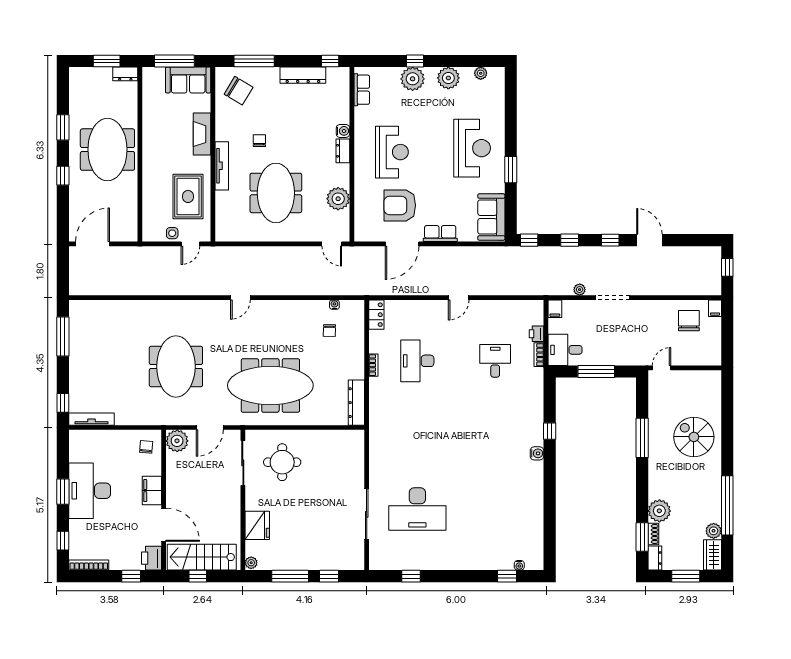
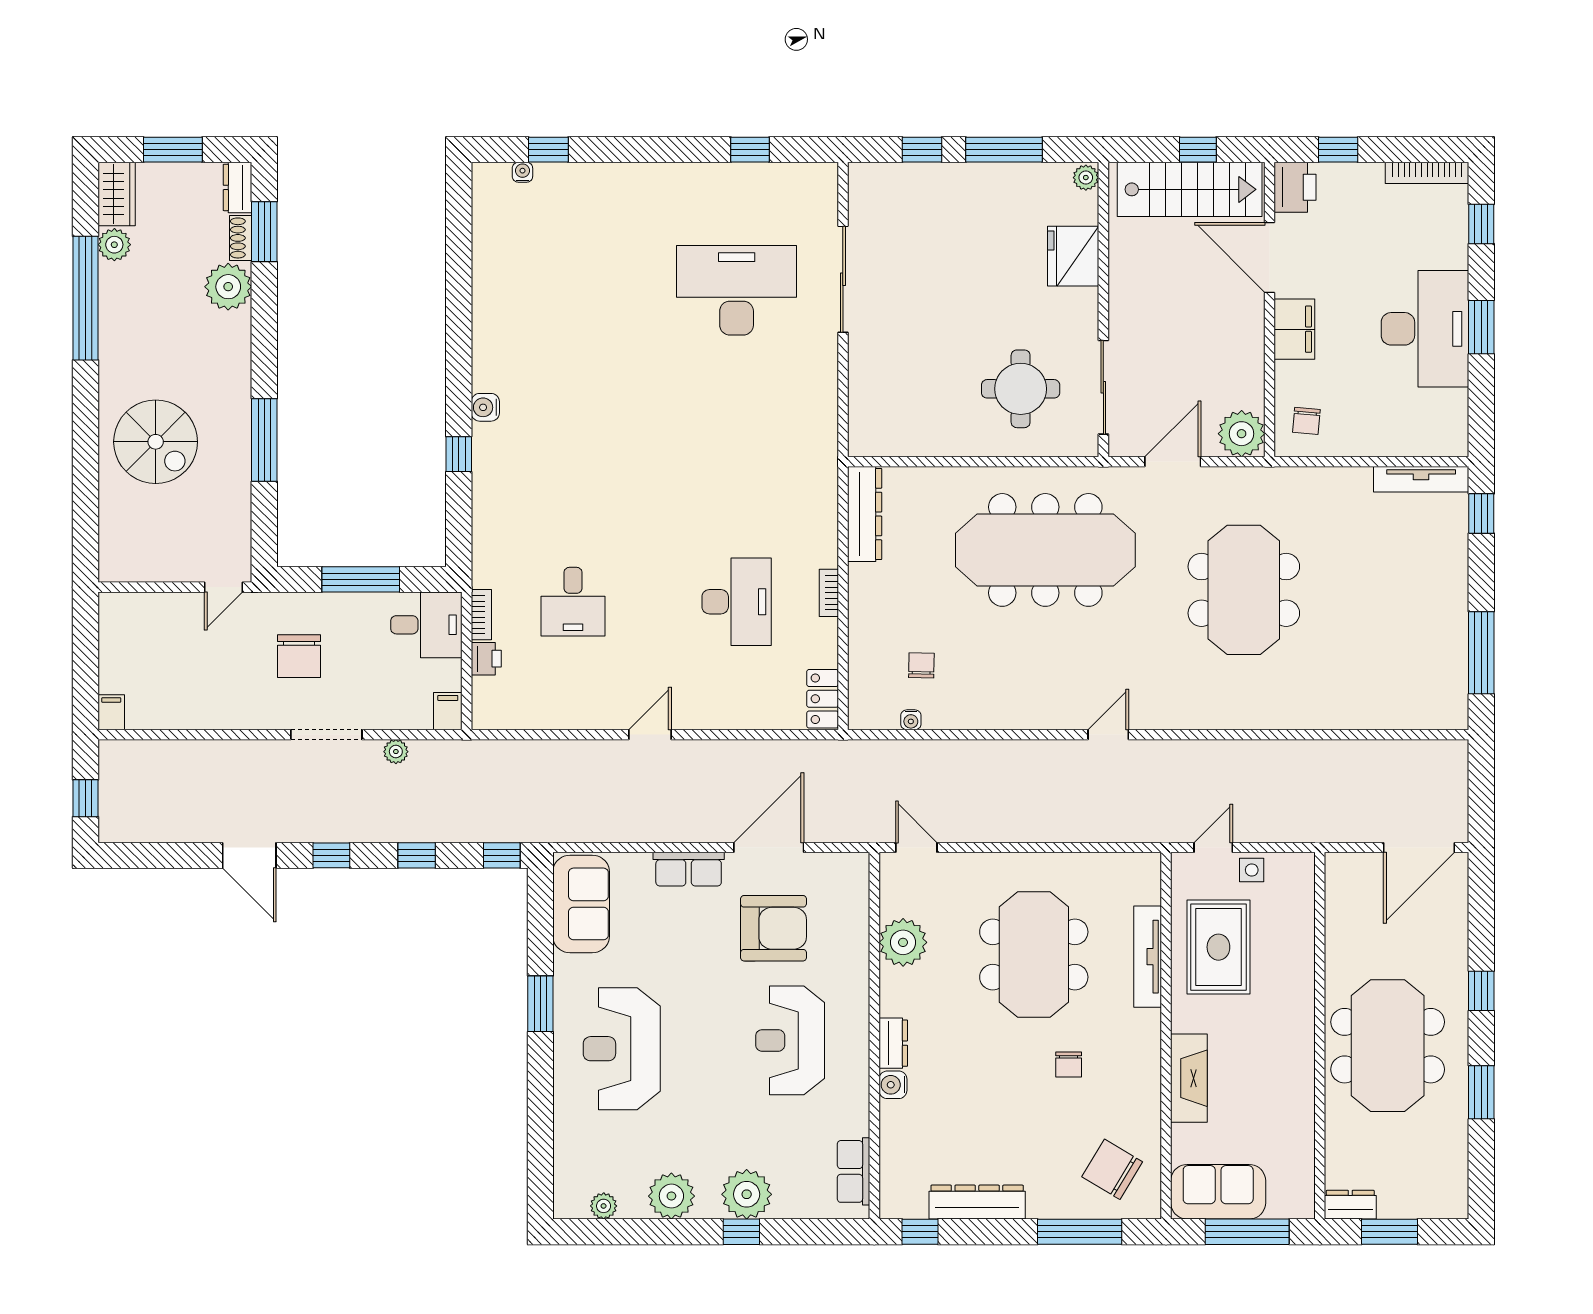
tv unit: (222, 166) -> (1148, 957), moved
chair: (689, 321) -> (299, 656), moved

